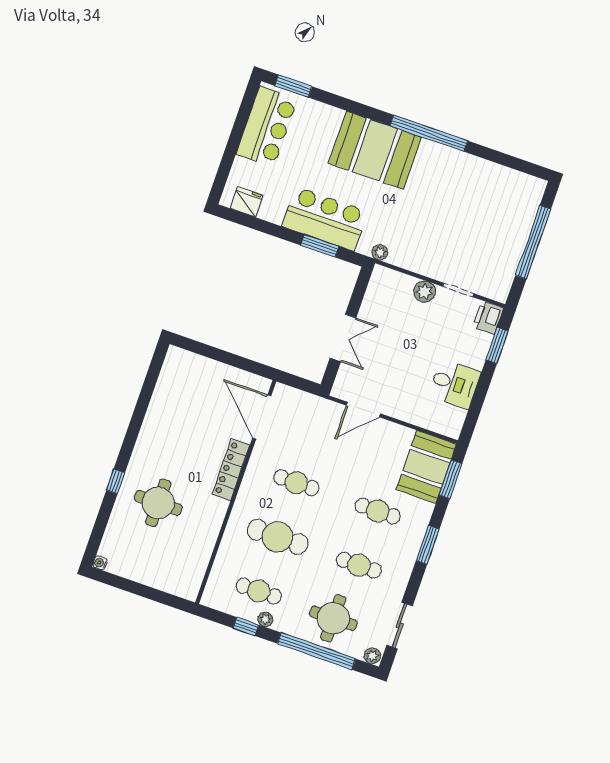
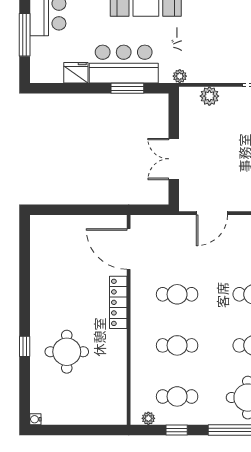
window: (231, 151) -> (25, 35), added
fridge: (247, 202) -> (76, 73), moved
plant: (424, 292) -> (209, 96), moved
double door: (343, 338) -> (174, 159), swing flipped
cafe table: (278, 537) -> (177, 345), width x0.73, depth x0.74
plant: (265, 619) -> (148, 418), moved

